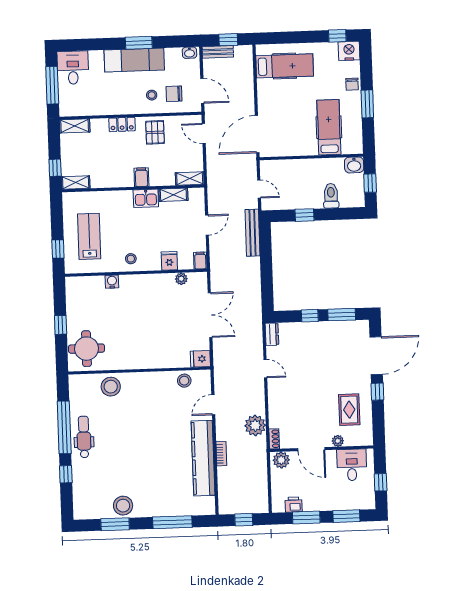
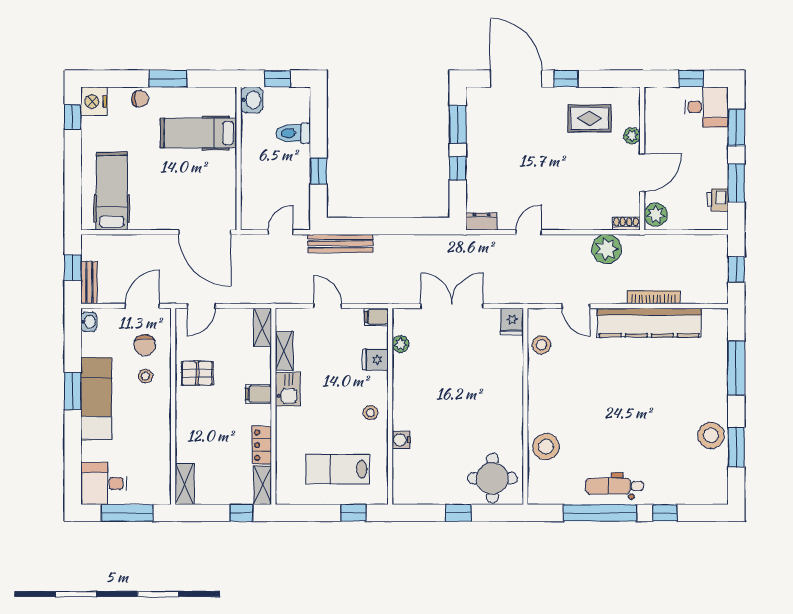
locker: (122, 124) -> (262, 445), moved, turned 180
bookcase: (221, 454) -> (654, 297), width x1.56
desk: (352, 465) -> (706, 107), moved, turned 180

